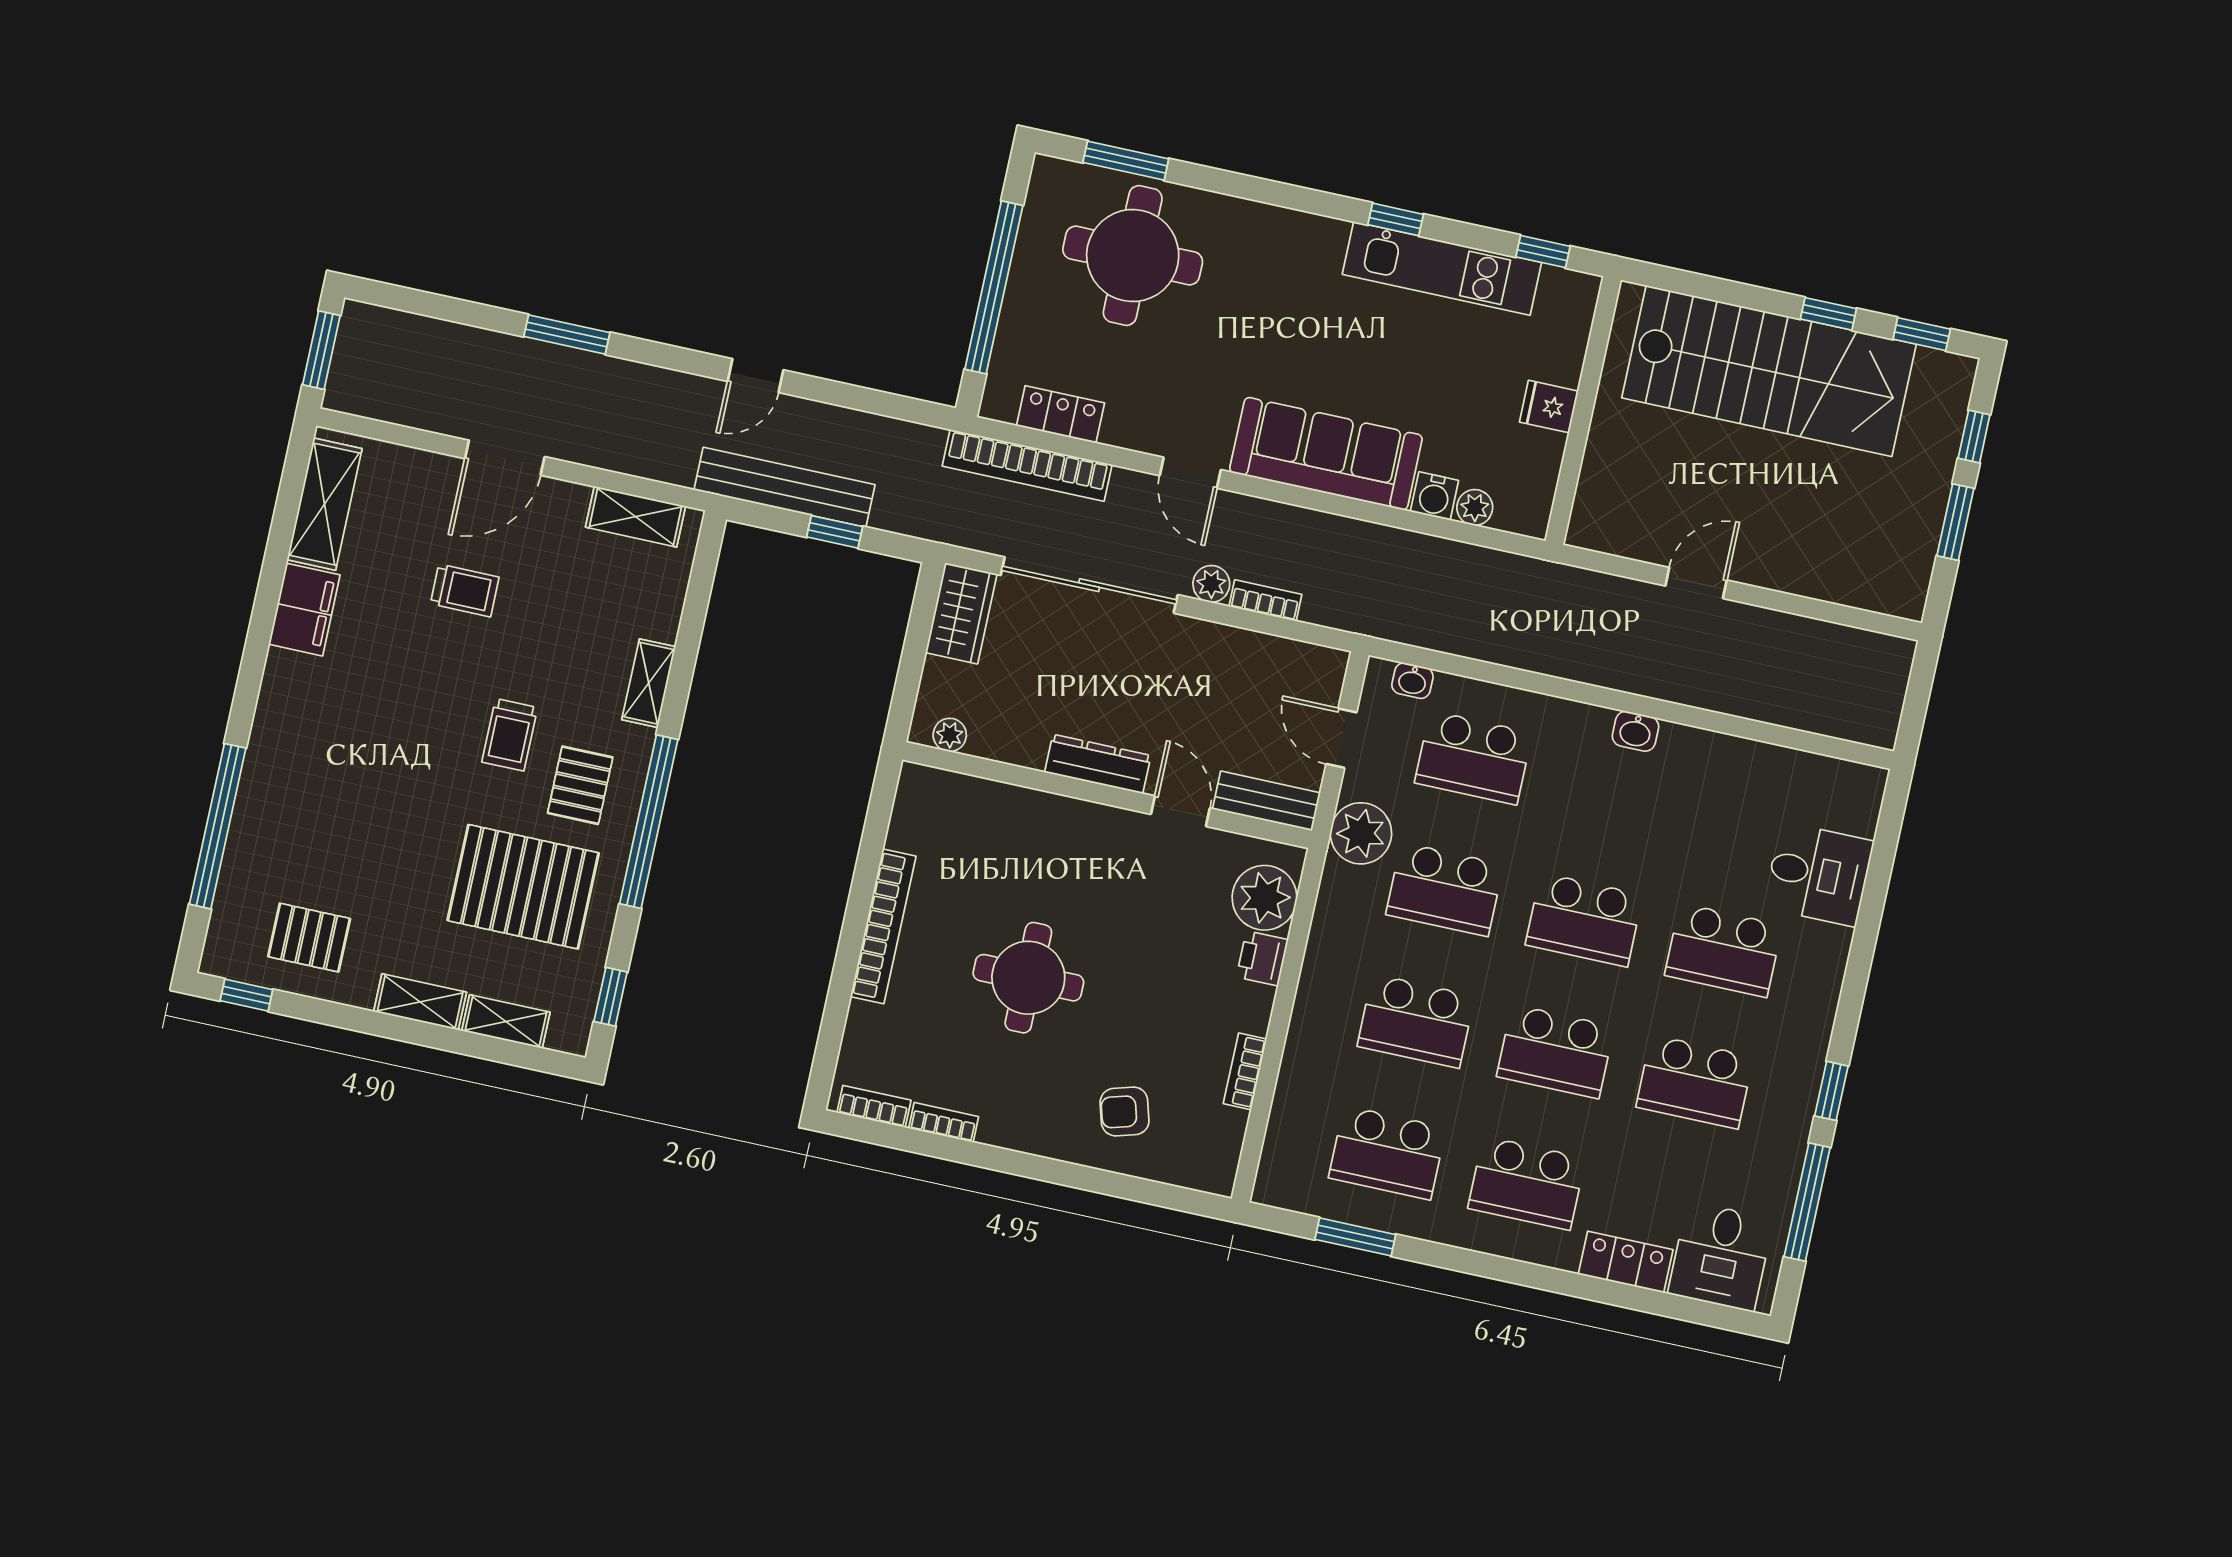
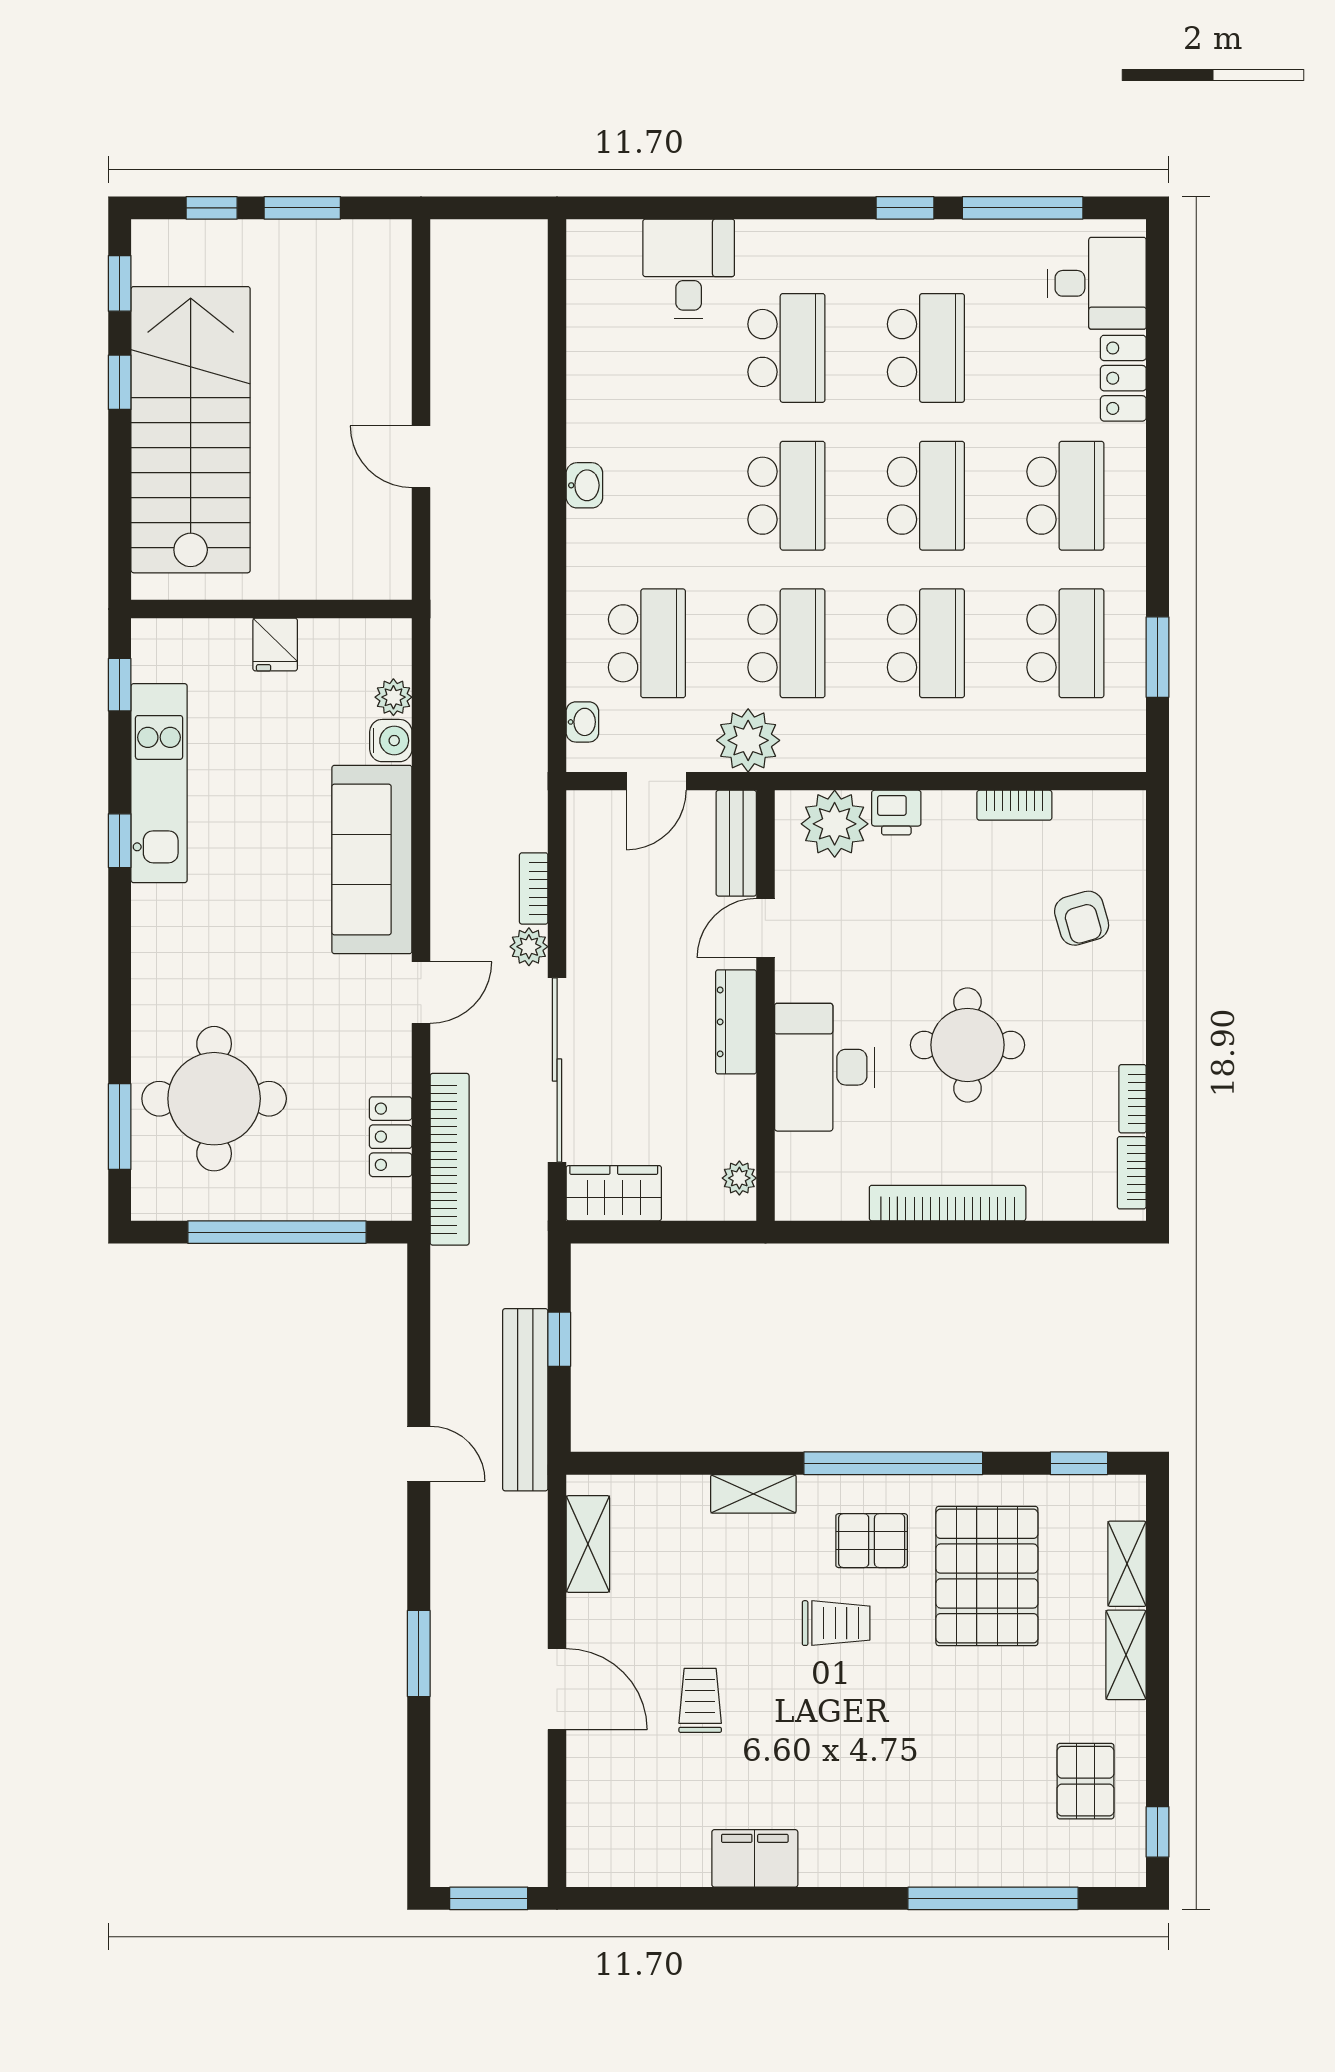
shelving: (324, 504) -> (644, 1861), removed
desk: (1037, 838) -> (825, 1067), added

